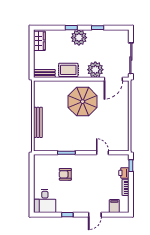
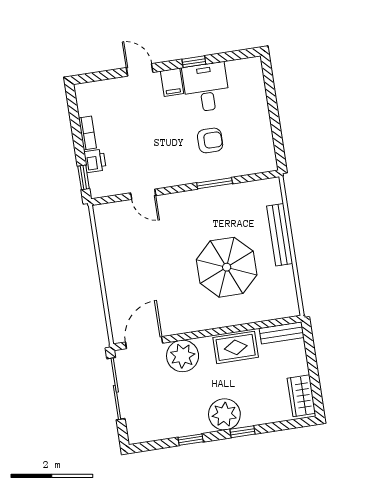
parasol: (83, 102) -> (227, 267), moved
desk: (45, 201) -> (206, 87), moved
filing cabinet: (114, 206) -> (172, 82), moved
door: (95, 215) -> (140, 70), hinge flipped

